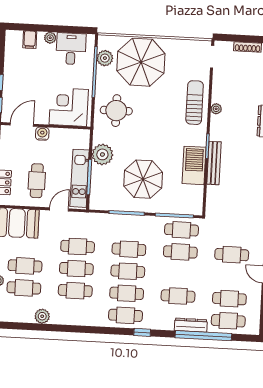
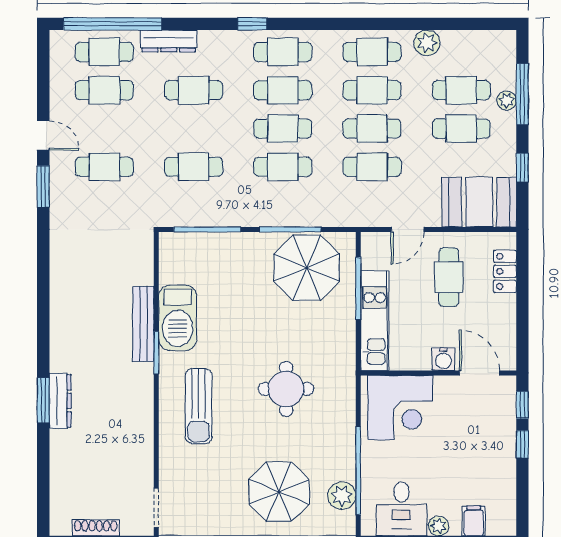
parasol: (141, 62) -> (279, 492), width x0.73, depth x0.73
sun lounger: (195, 103) -> (199, 406), moved
plant: (216, 109) -> (145, 418), removed
round table: (116, 111) -> (286, 389), moved
door: (22, 125) -> (480, 373), swing flipped
plant: (102, 154) -> (337, 328), removed
kitchen unit: (80, 178) -> (375, 321), moved
parasol: (143, 179) -> (307, 268), moved
cafe table: (181, 230) -> (372, 52), moved
window: (203, 336) -> (113, 24), moved

